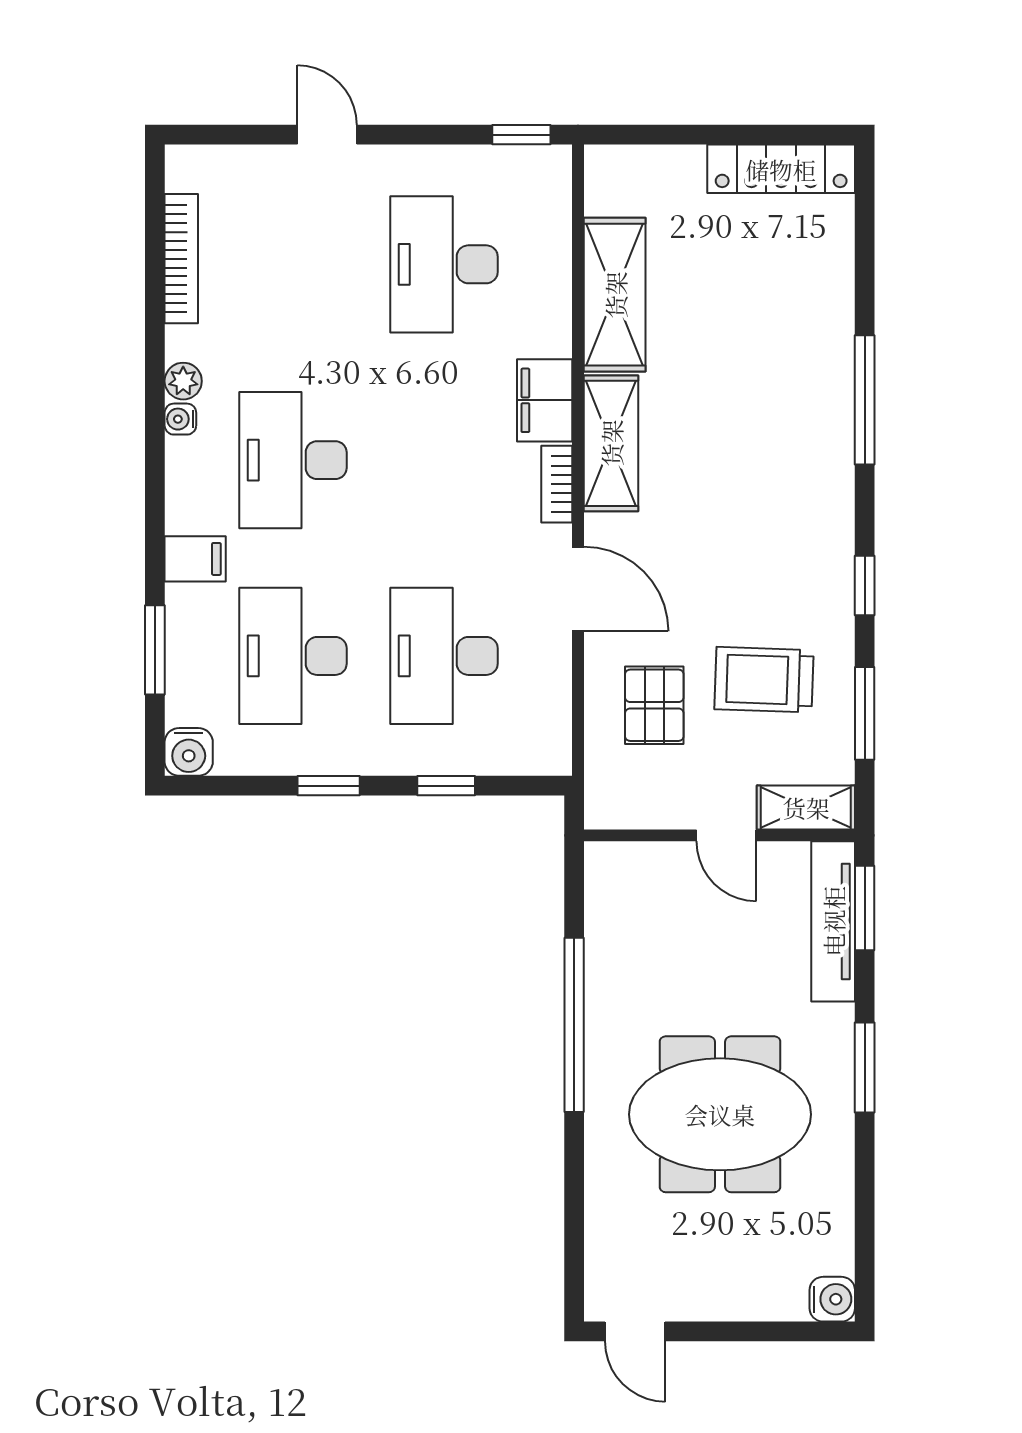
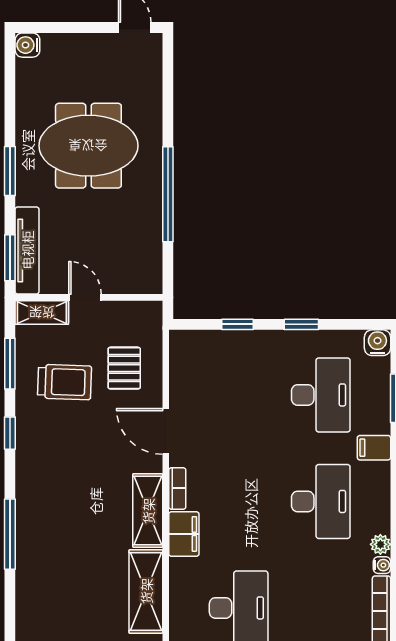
water cooler: (180, 419) -> (382, 565), moved
desk: (444, 656) -> (239, 395), removed

